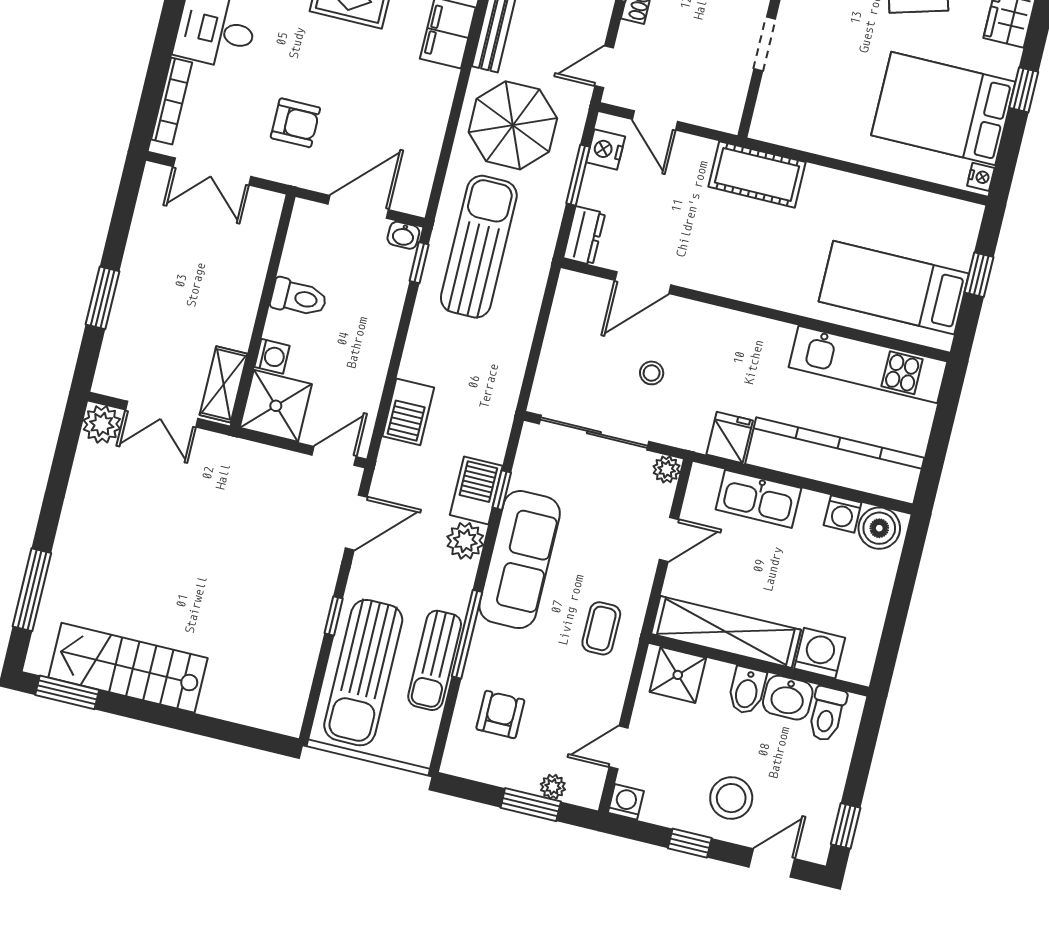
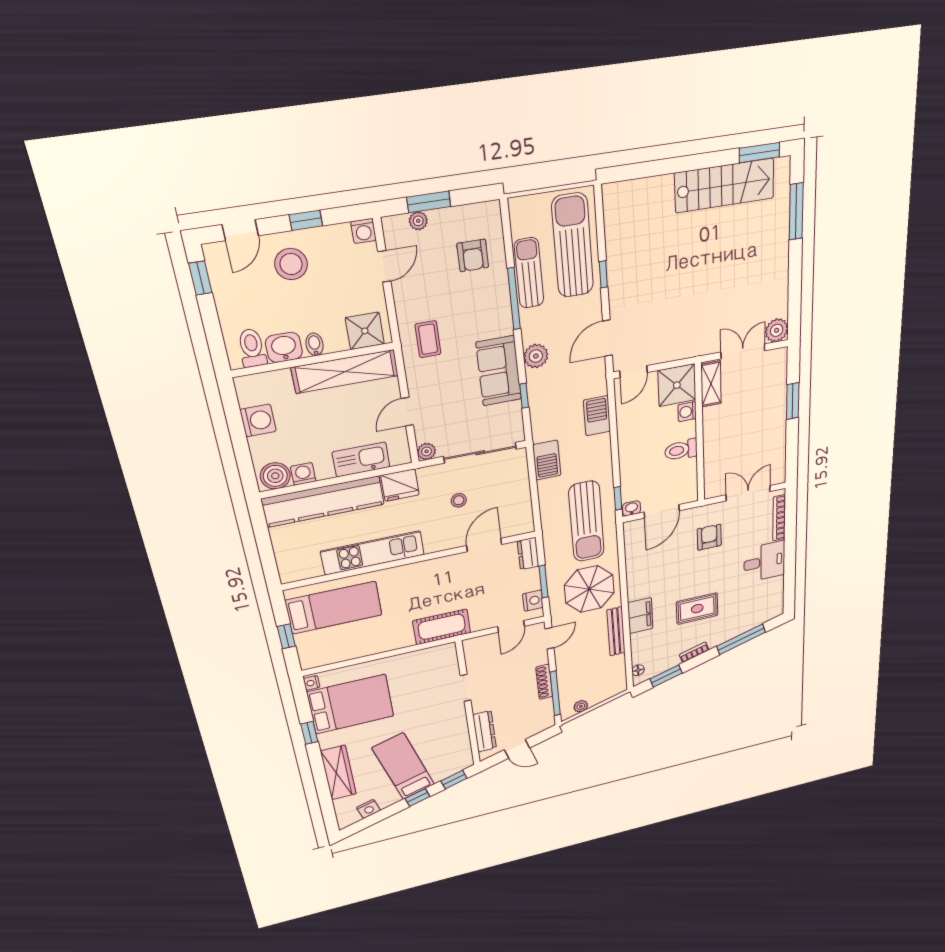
door: (655, 120) -> (511, 626), swing flipped
armchair: (295, 123) -> (709, 537), turned 90
kitchen unit: (868, 364) -> (373, 553), moved
fridge: (730, 438) -> (400, 485), width x1.38
barbecue: (476, 490) -> (547, 460), moved
sofa: (520, 560) -> (499, 371), width x0.73
washing machine: (820, 653) -> (258, 420), moved, turned -90
bidet: (747, 691) -> (315, 344), width x0.72, depth x0.74

